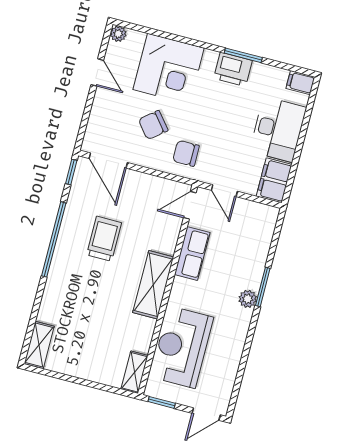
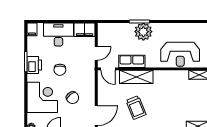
chair: (186, 153) -> (60, 70), moved
trolley: (104, 239) -> (136, 107), turned -112
shelving: (153, 285) -> (136, 77), moved
plant: (248, 299) -> (143, 32), width x1.88, depth x1.88

